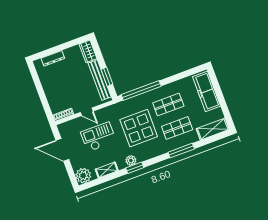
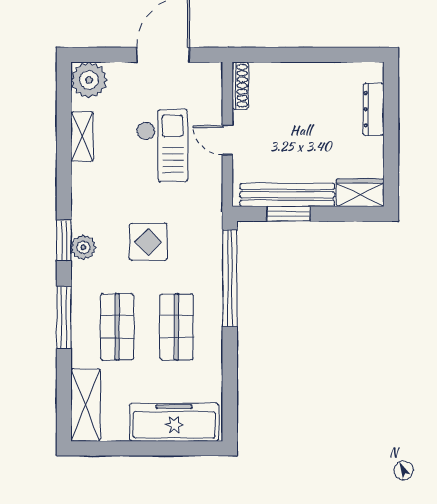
door: (87, 112) -> (227, 140), hinge flipped
display table: (139, 128) -> (148, 242), width x0.54, depth x0.54
plant: (131, 160) -> (83, 247), moved
window: (135, 168) -> (64, 240), moved

